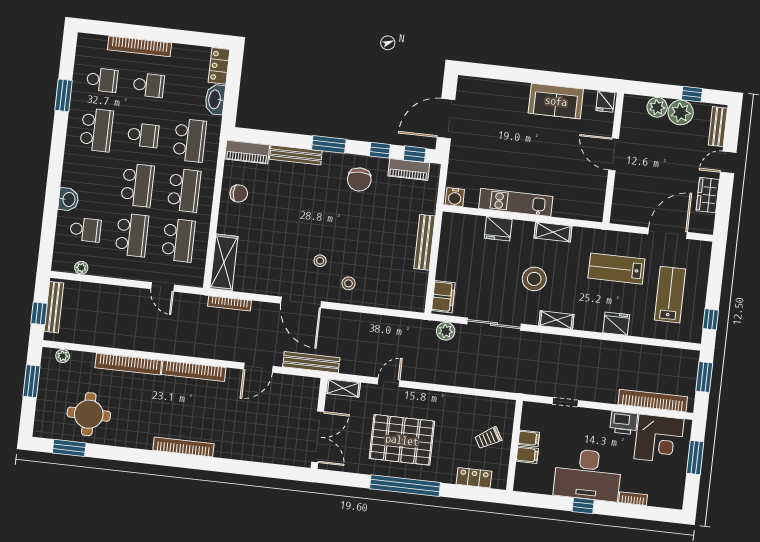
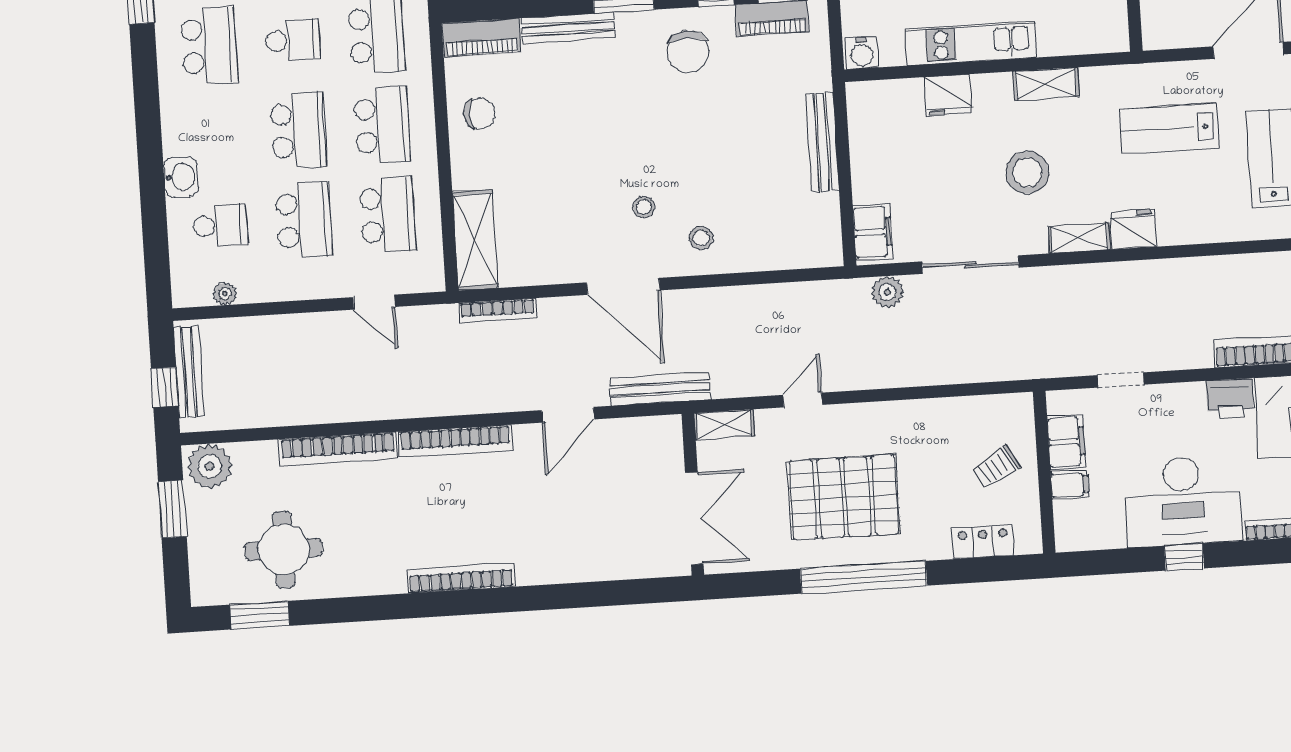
fridge: (616, 324) -> (1133, 229), moved
plant: (63, 356) -> (210, 466), width x1.87, depth x1.87
filing cabinet: (529, 438) -> (1066, 442), width x2.00

